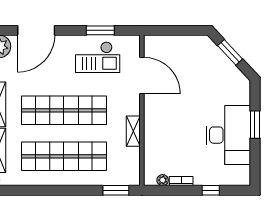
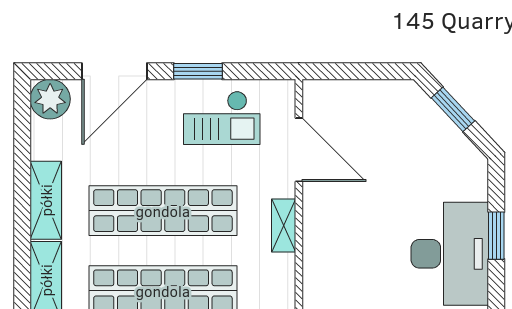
window: (100, 30) -> (198, 71), moved
shelving: (133, 131) -> (284, 226), moved

